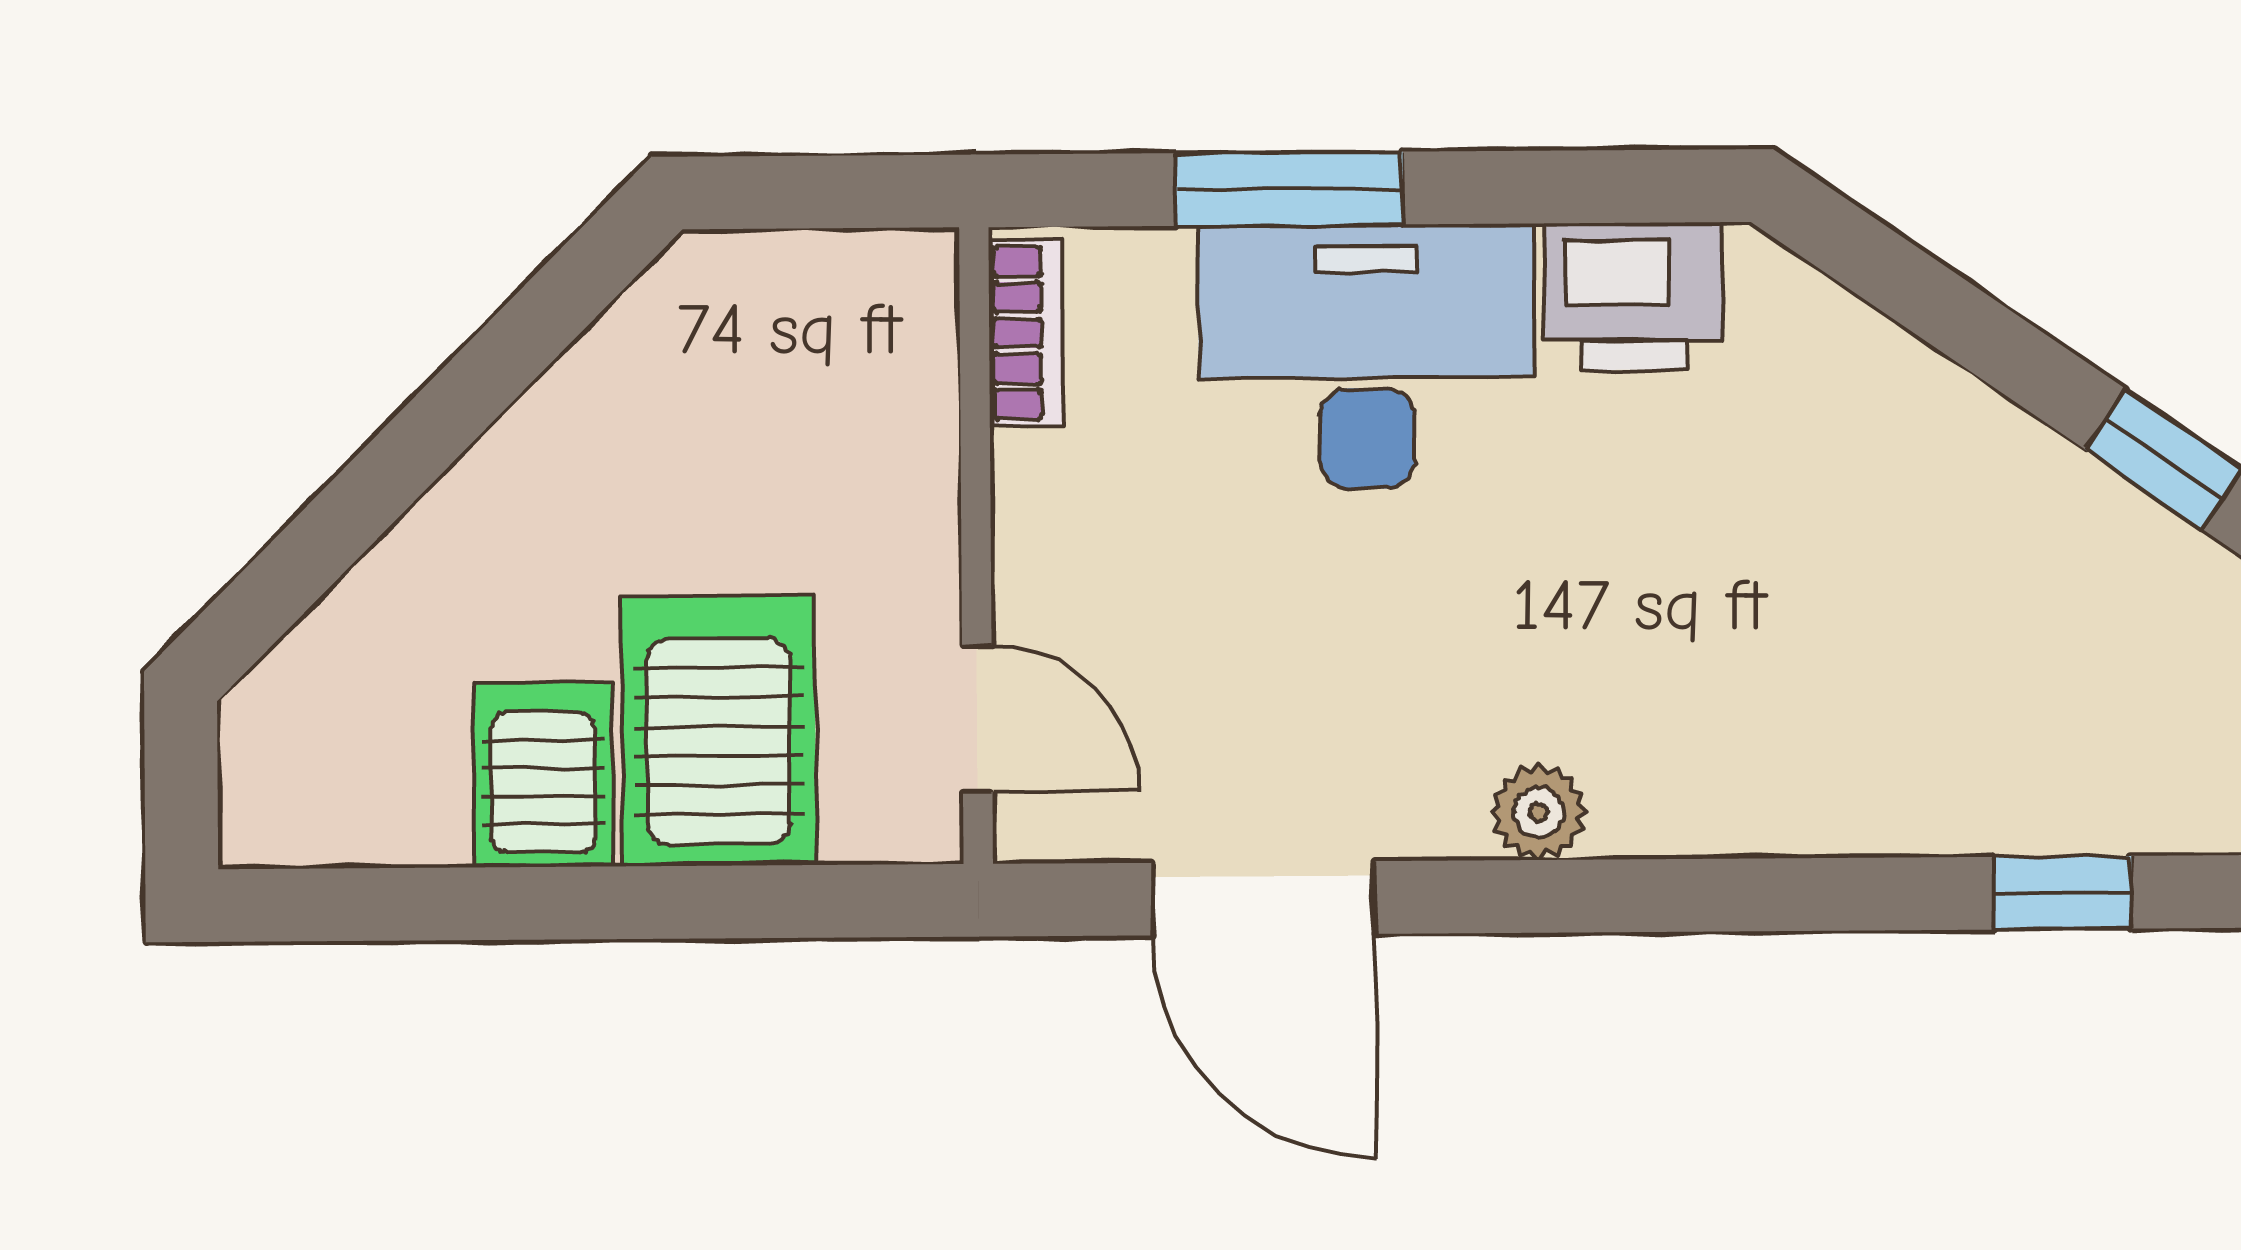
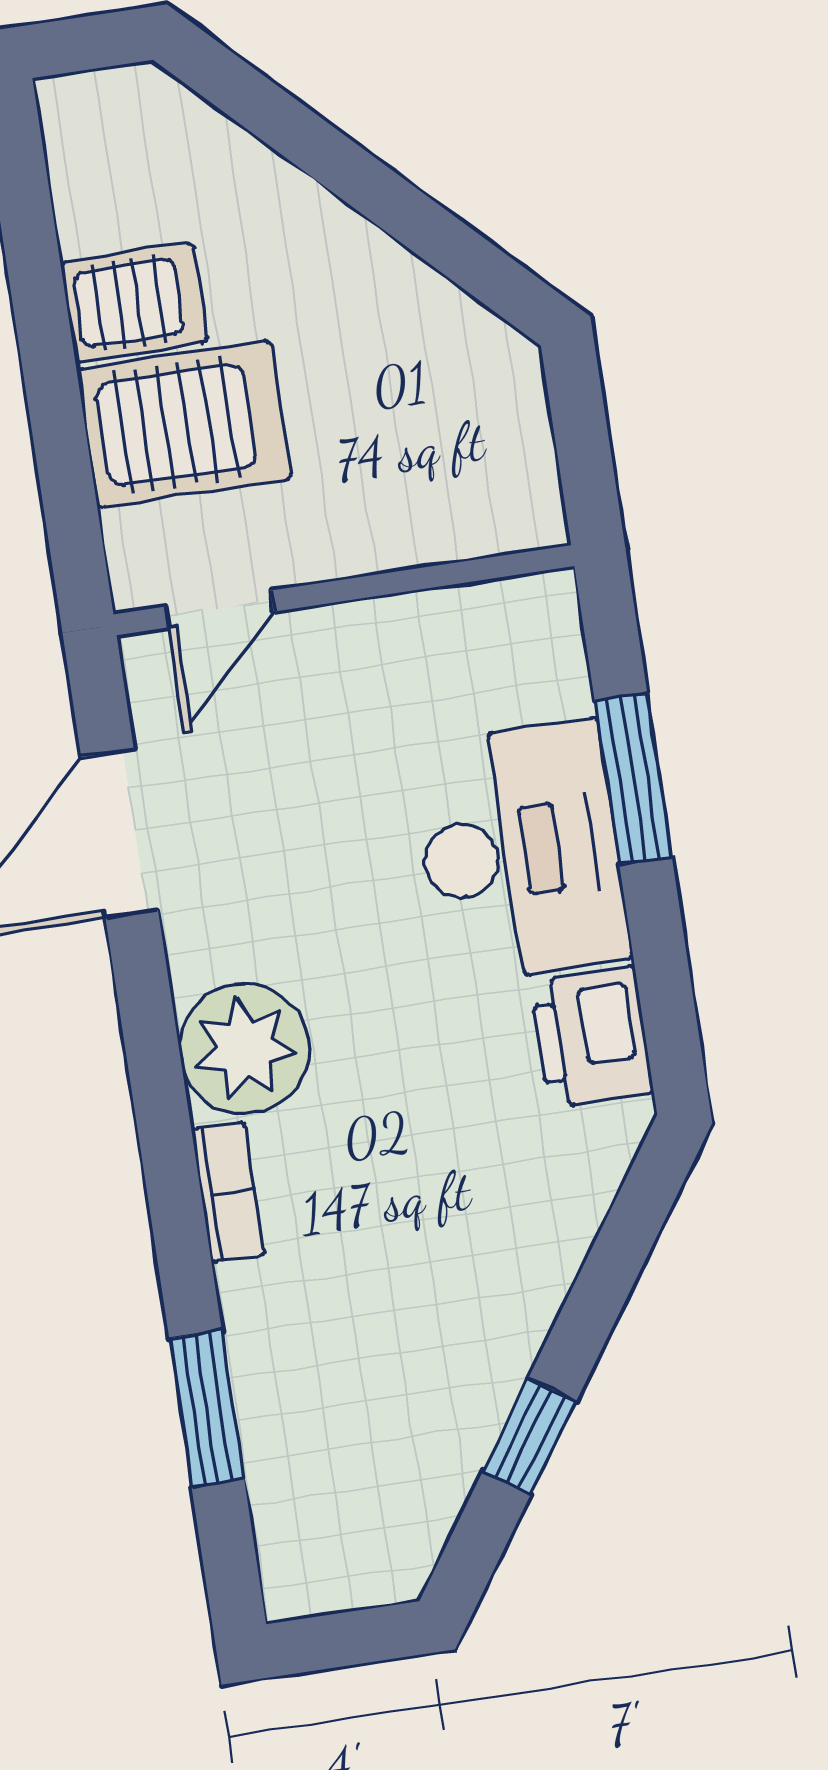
bookcase: (1026, 333) -> (228, 1192), moved, turned -90
plant: (1539, 812) -> (245, 1048), width x1.88, depth x1.88
window: (2063, 893) -> (207, 1409), width x1.50

